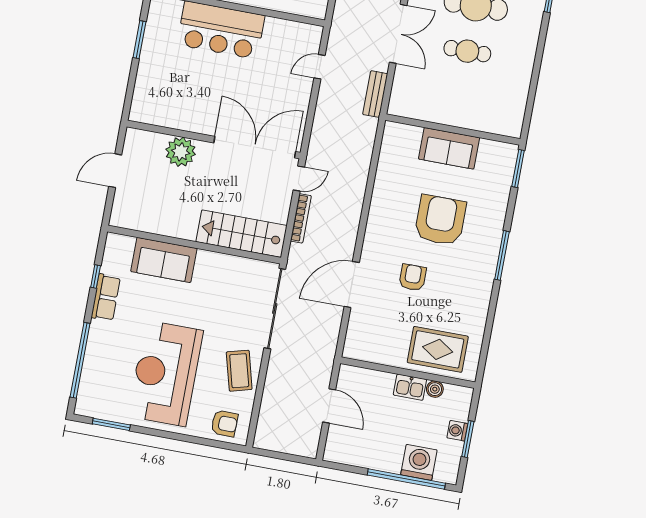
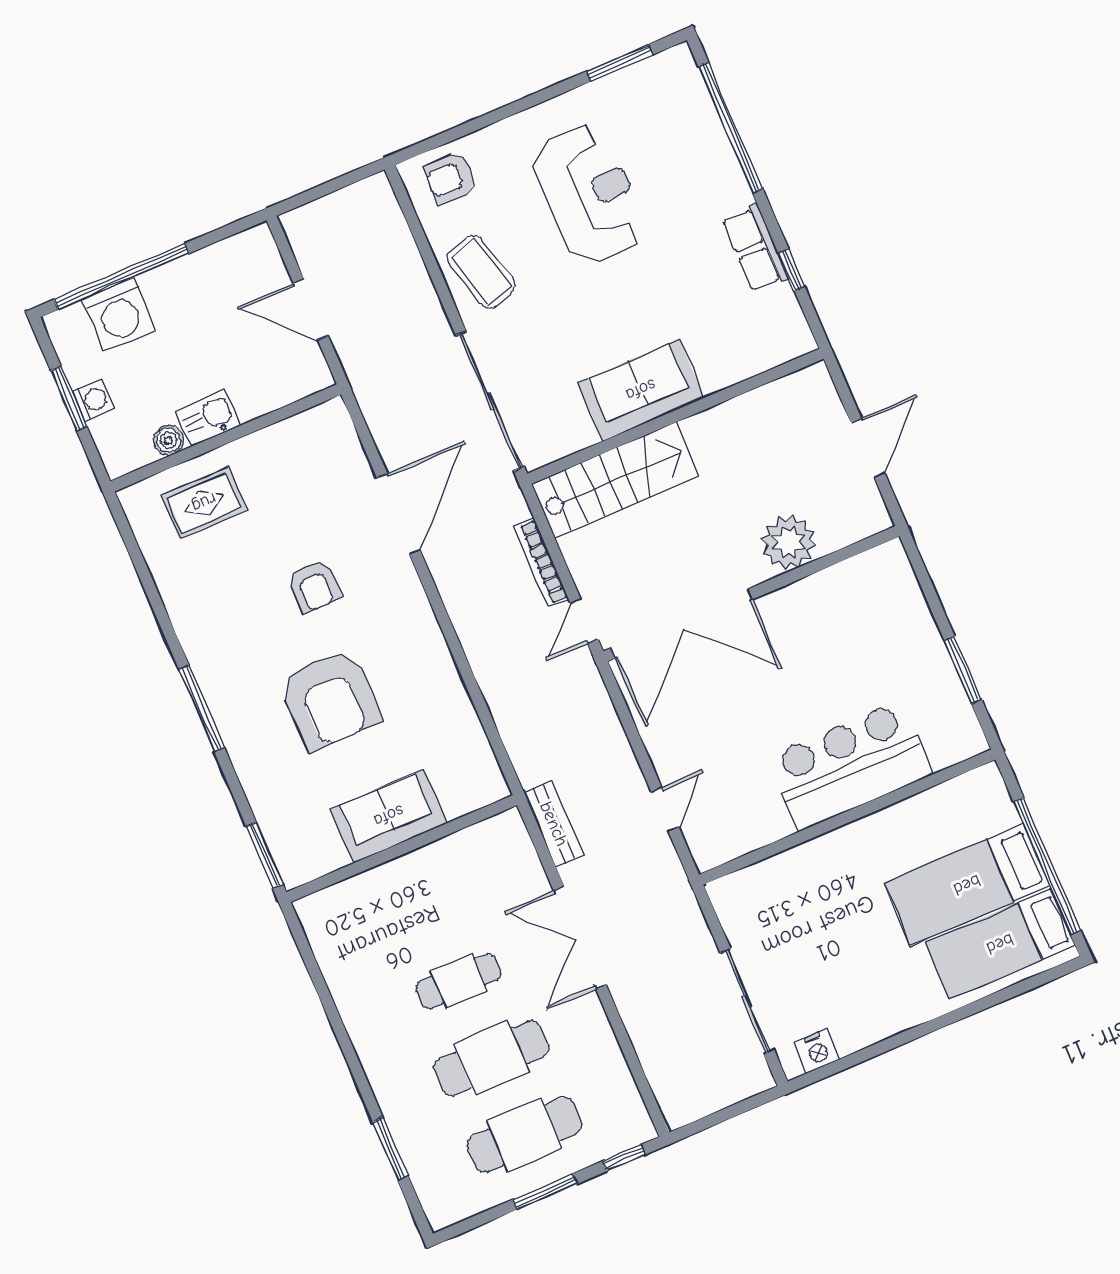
sofa: (164, 260) -> (641, 390), moved
rug: (438, 349) -> (204, 503), width x0.73, depth x0.70
reception desk: (166, 373) -> (589, 194), width x0.74, depth x0.77

